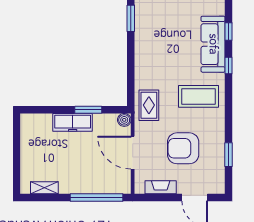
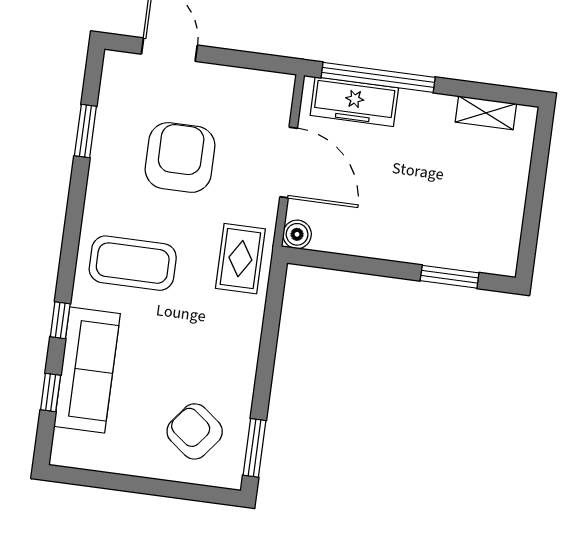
armchair: (159, 22) -> (195, 431), added
window: (88, 110) -> (450, 277), moved
freezer: (73, 122) -> (354, 102), moved, turned 180
armchair: (183, 148) -> (180, 157), turned -90
fireplace: (161, 187) -> (239, 81), removed

